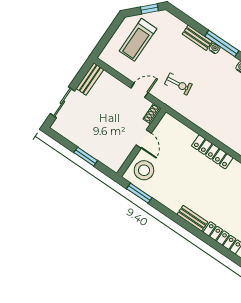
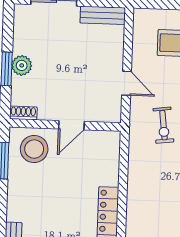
shoe rack: (152, 114) -> (23, 113), moved
plant: (89, 146) -> (22, 65), added

